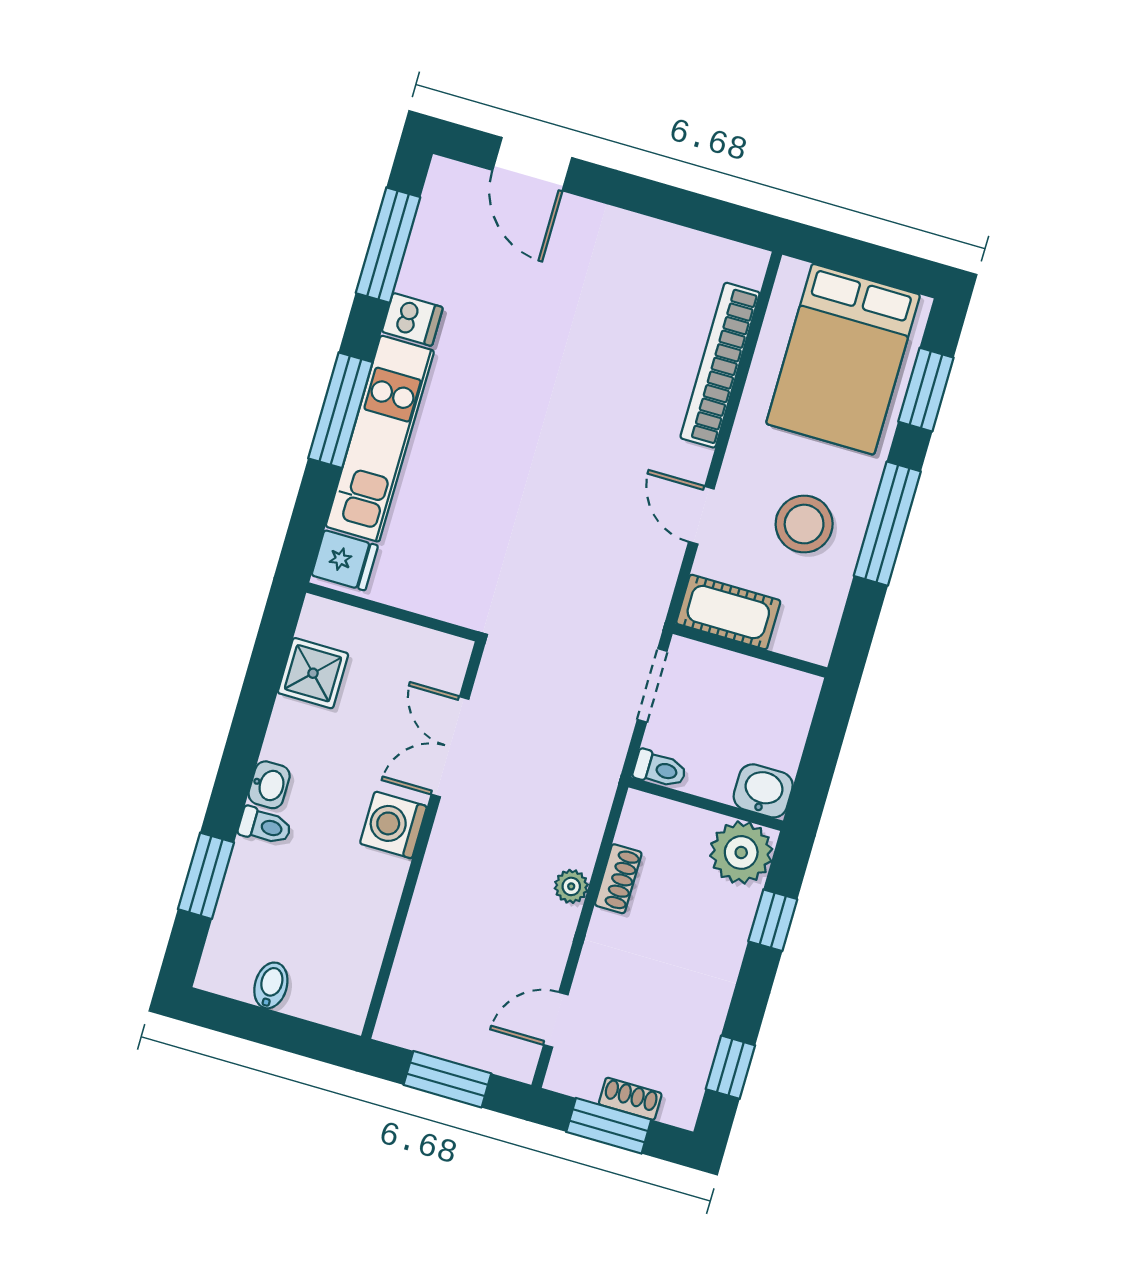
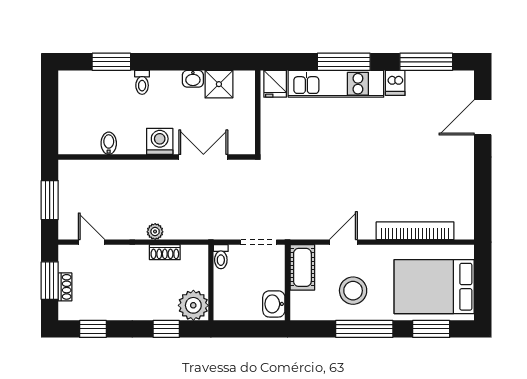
washbasin: (269, 785) -> (193, 79), moved
washbasin: (763, 791) -> (274, 304), moved, turned 180
bidet: (271, 985) -> (109, 143), moved, turned -90

